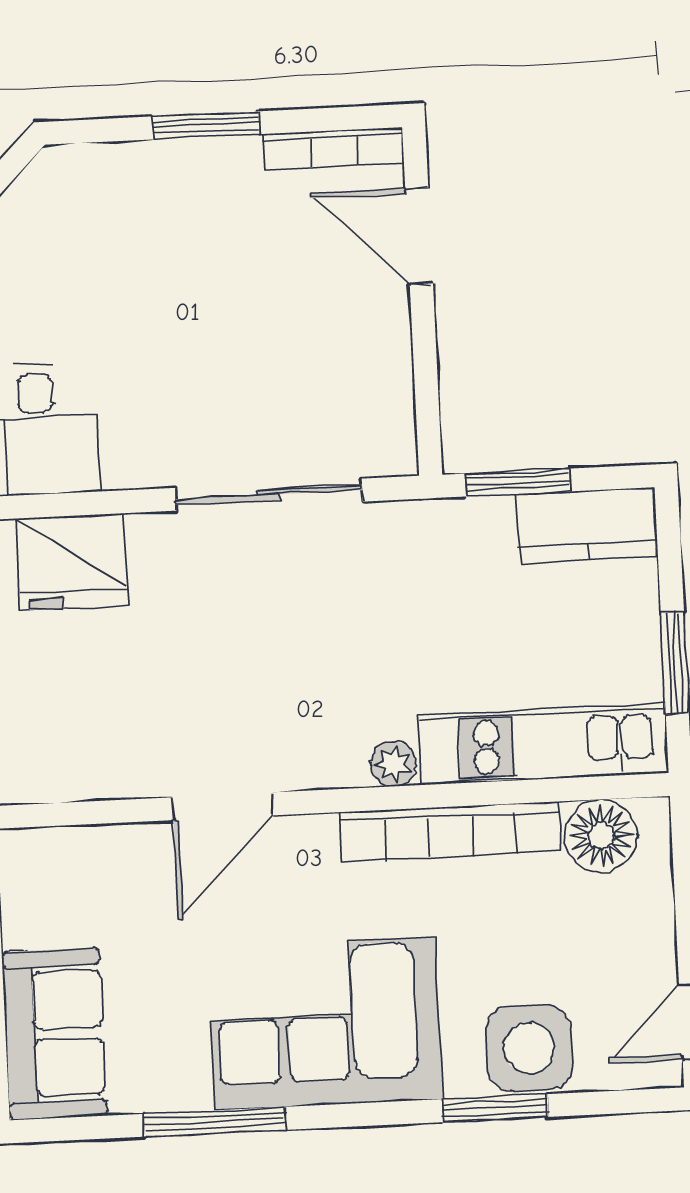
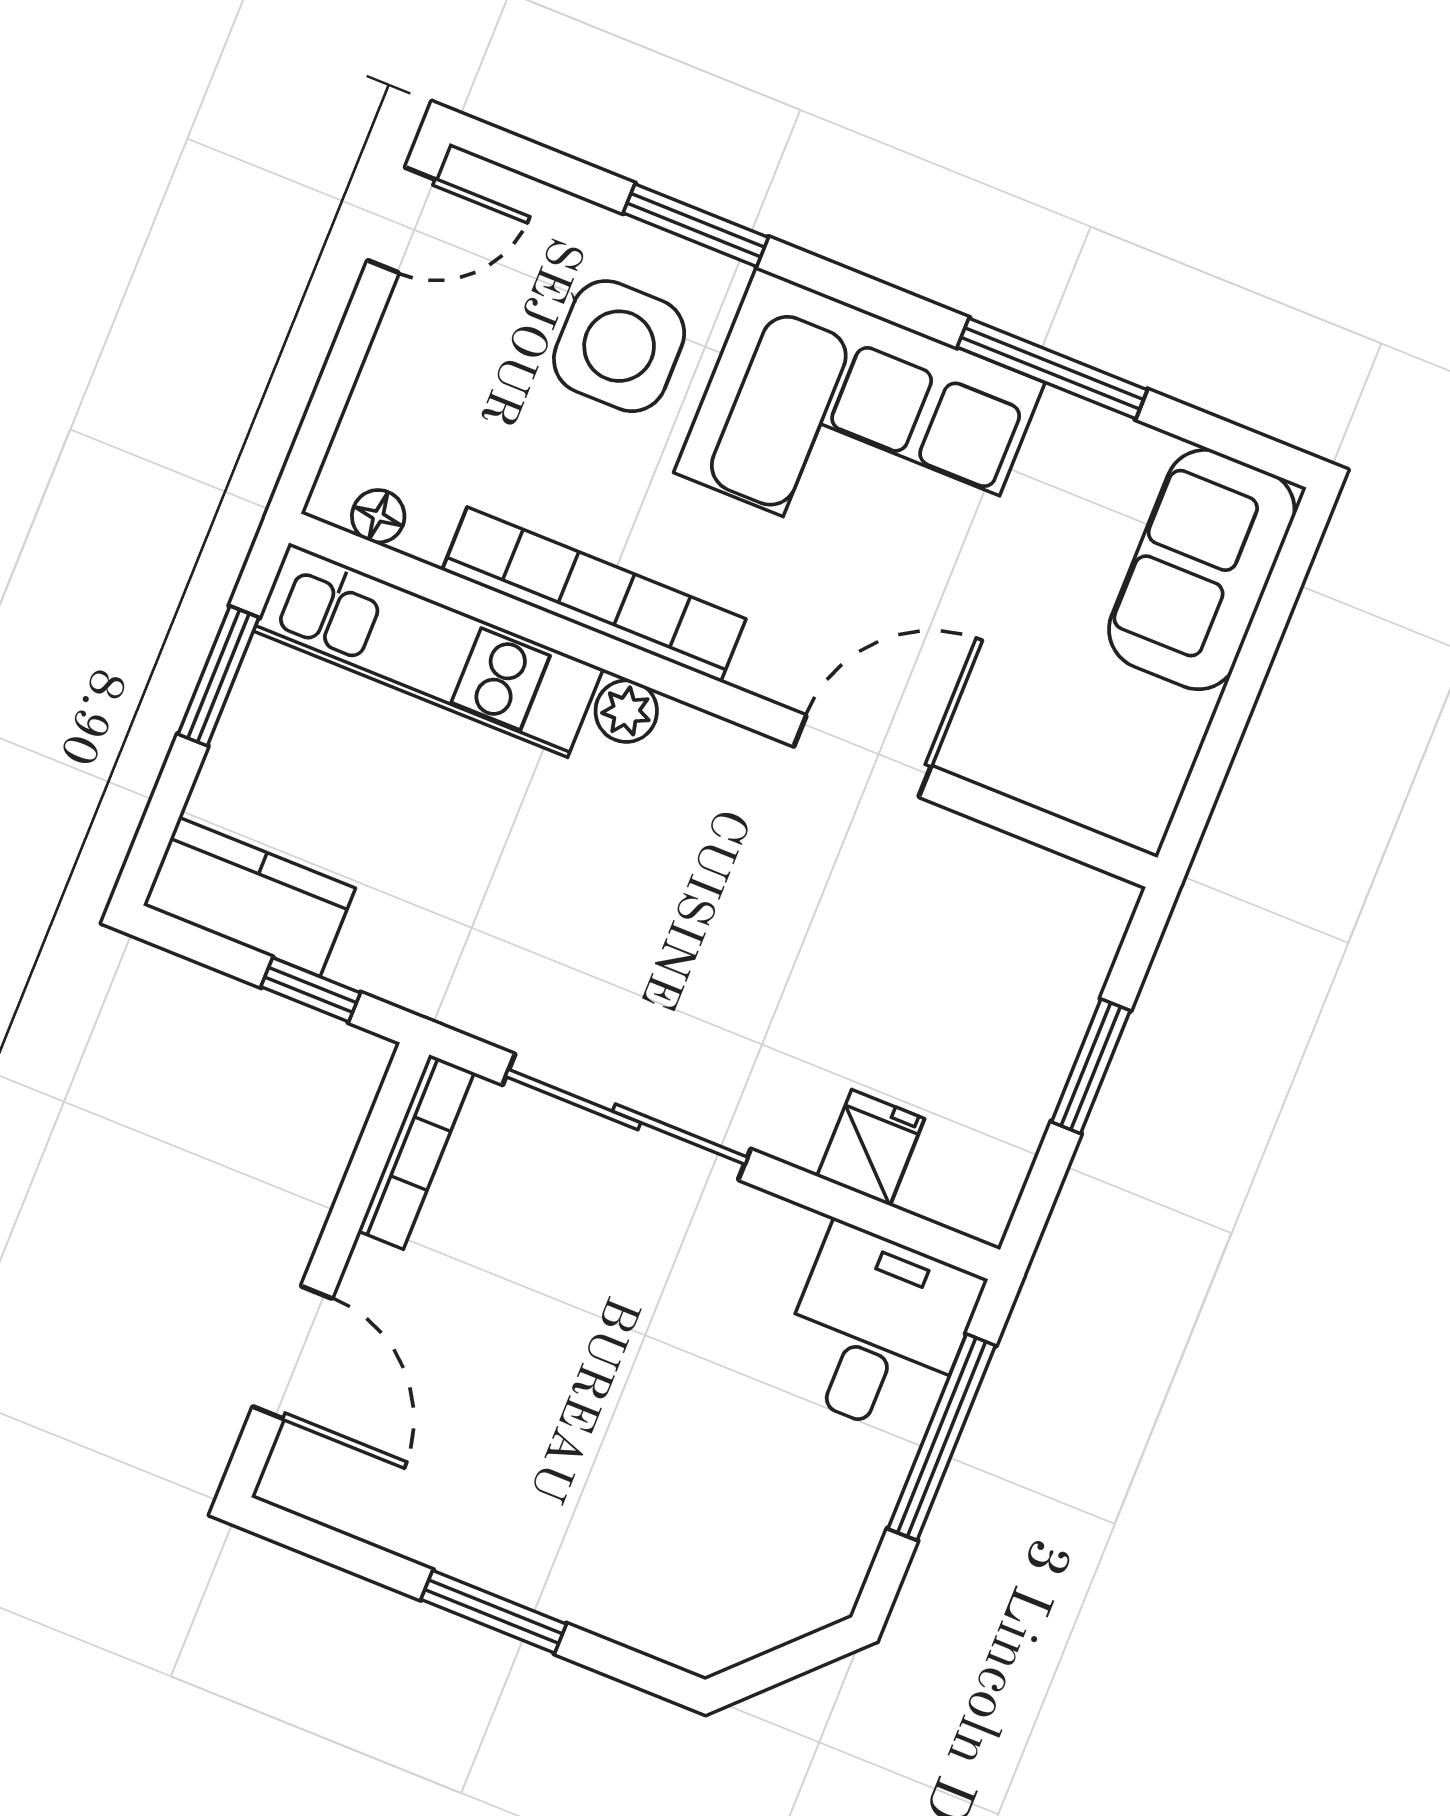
bookcase: (334, 148) -> (416, 1152), moved, turned 90
window: (518, 482) -> (311, 990), width x0.67
fridge: (73, 562) -> (871, 1148), width x0.53, depth x0.75
floor lamp: (601, 836) -> (378, 516), width x0.53, depth x0.53
side table: (529, 1048) -> (619, 346), moved

